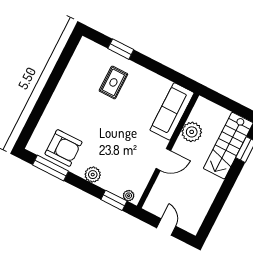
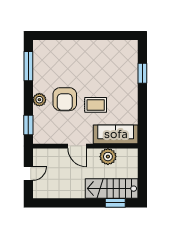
rug: (113, 82) -> (96, 105), moved
armchair: (63, 148) -> (65, 99), moved
plant: (129, 196) -> (37, 134), removed

